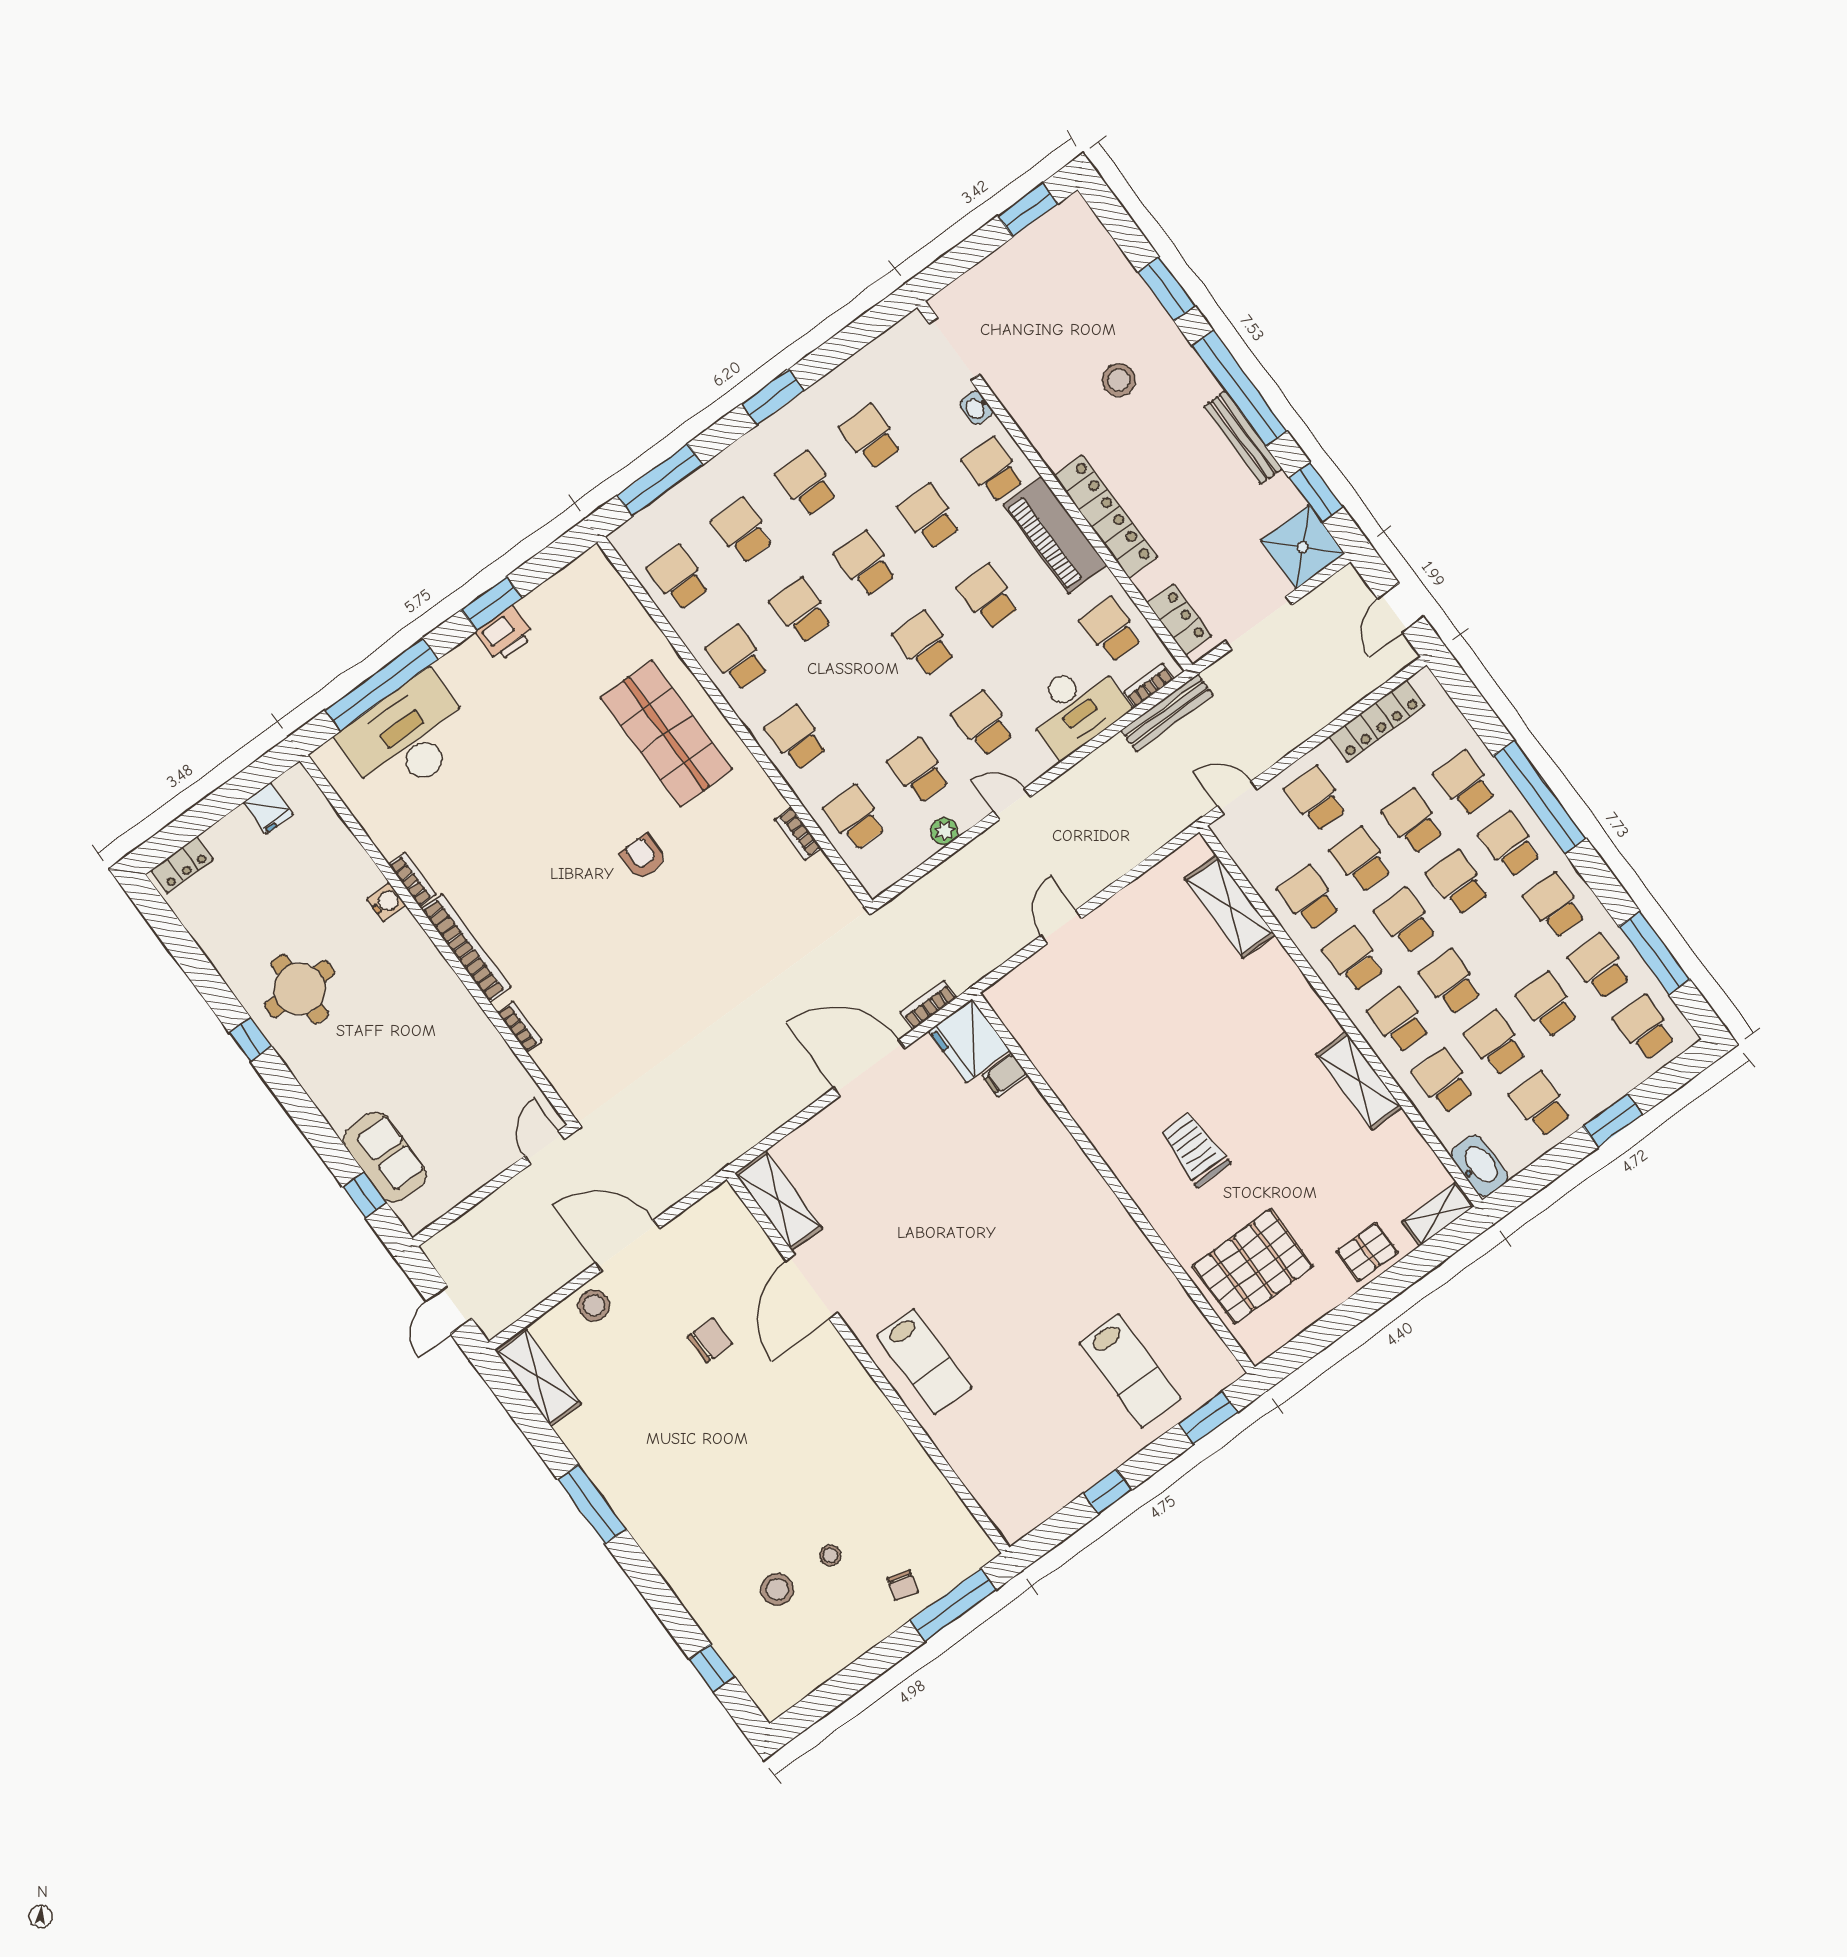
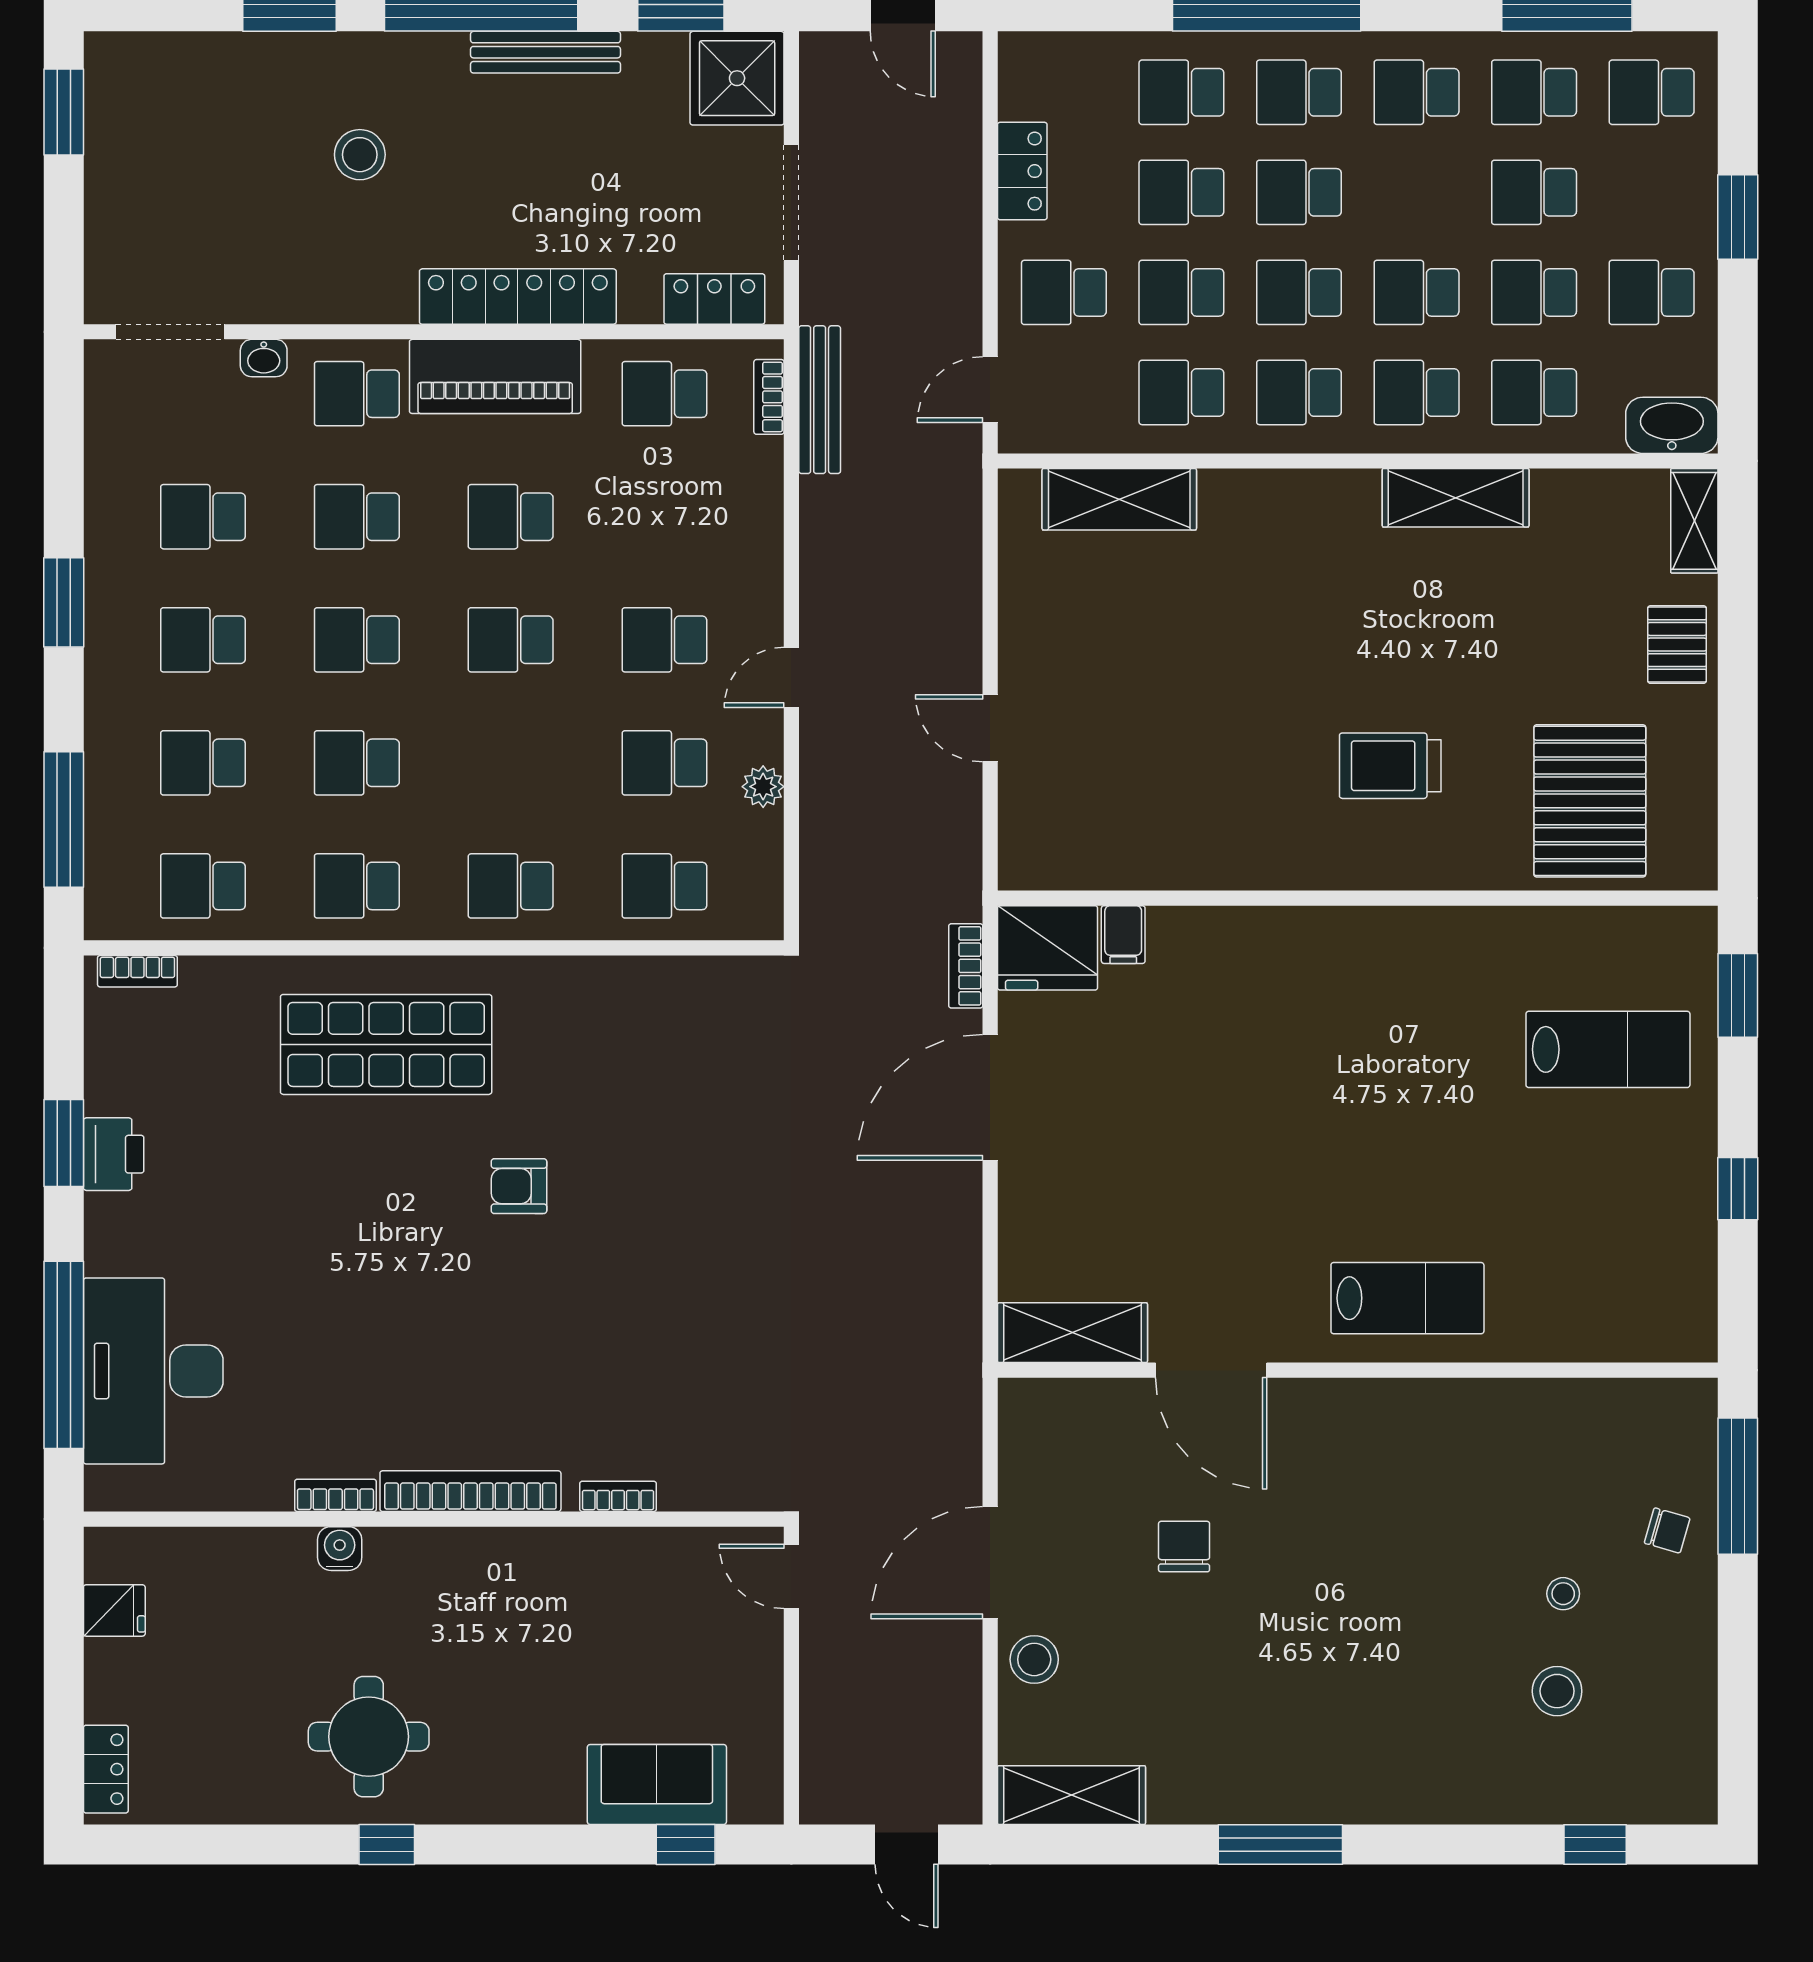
desk: (1076, 707) -> (729, 509), removed
locker: (1377, 721) -> (1022, 171), width x0.66
bookcase: (798, 834) -> (137, 971), moved

